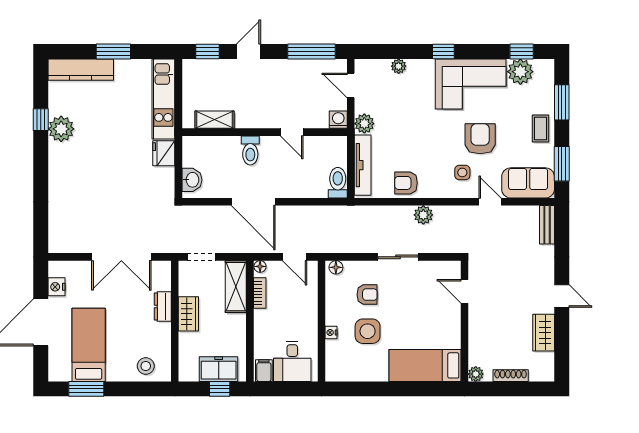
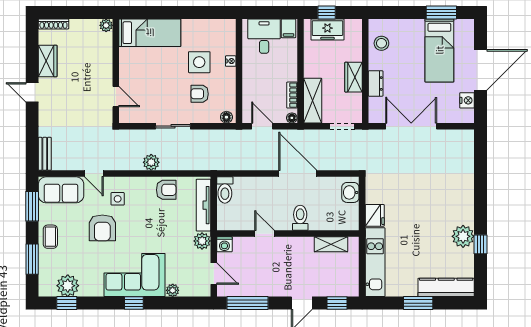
corner sofa: (471, 84) -> (134, 275), moved
stool: (146, 366) -> (381, 43), moved
shoe rack: (511, 376) -> (53, 24), moved

